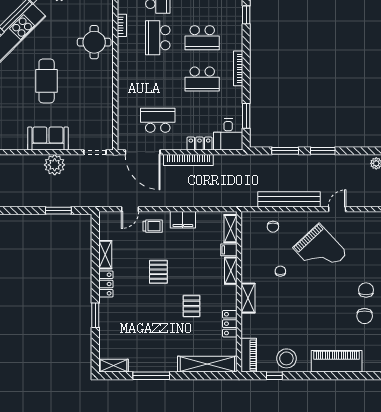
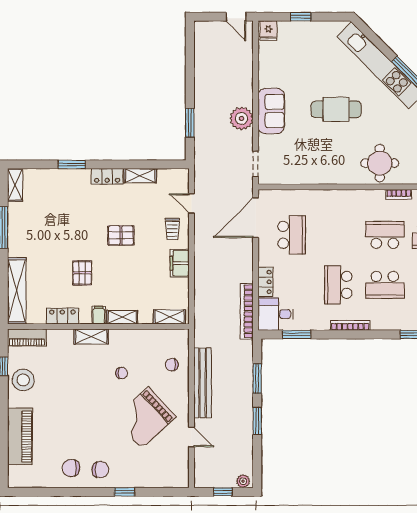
school desk: (202, 38) -> (385, 285), turned -90
bookcase: (188, 160) -> (247, 311), moved
filing cabinet: (229, 250) -> (99, 315), moved
pallet: (192, 306) -> (82, 273), turned 90

